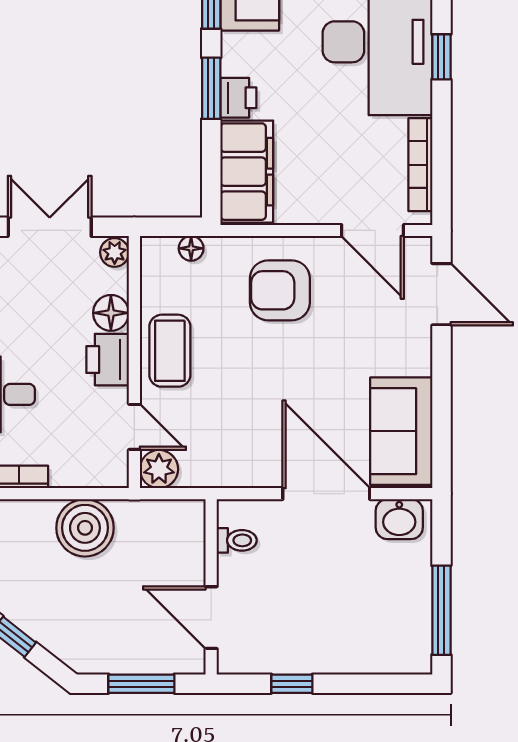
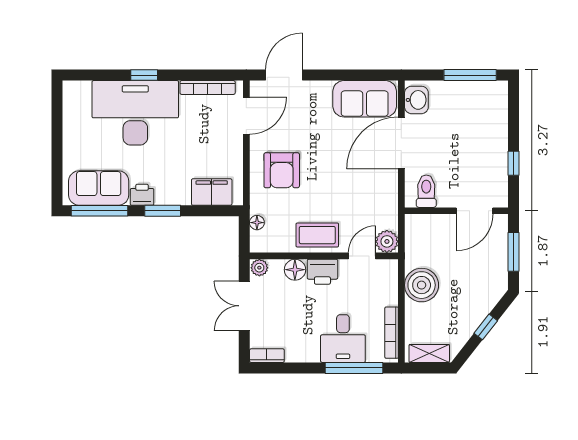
printer: (238, 98) -> (142, 195), moved
filing cabinet: (247, 172) -> (212, 192), width x0.67, depth x0.86
toilet: (237, 540) -> (426, 191), width x1.37, depth x1.39

